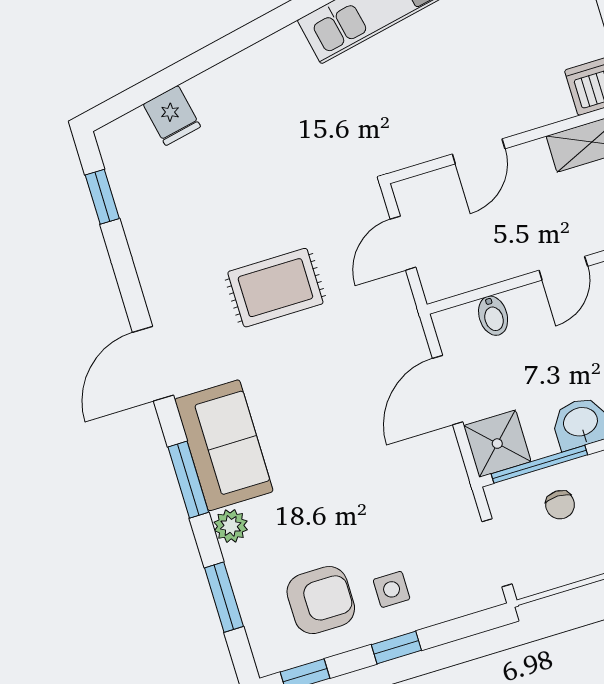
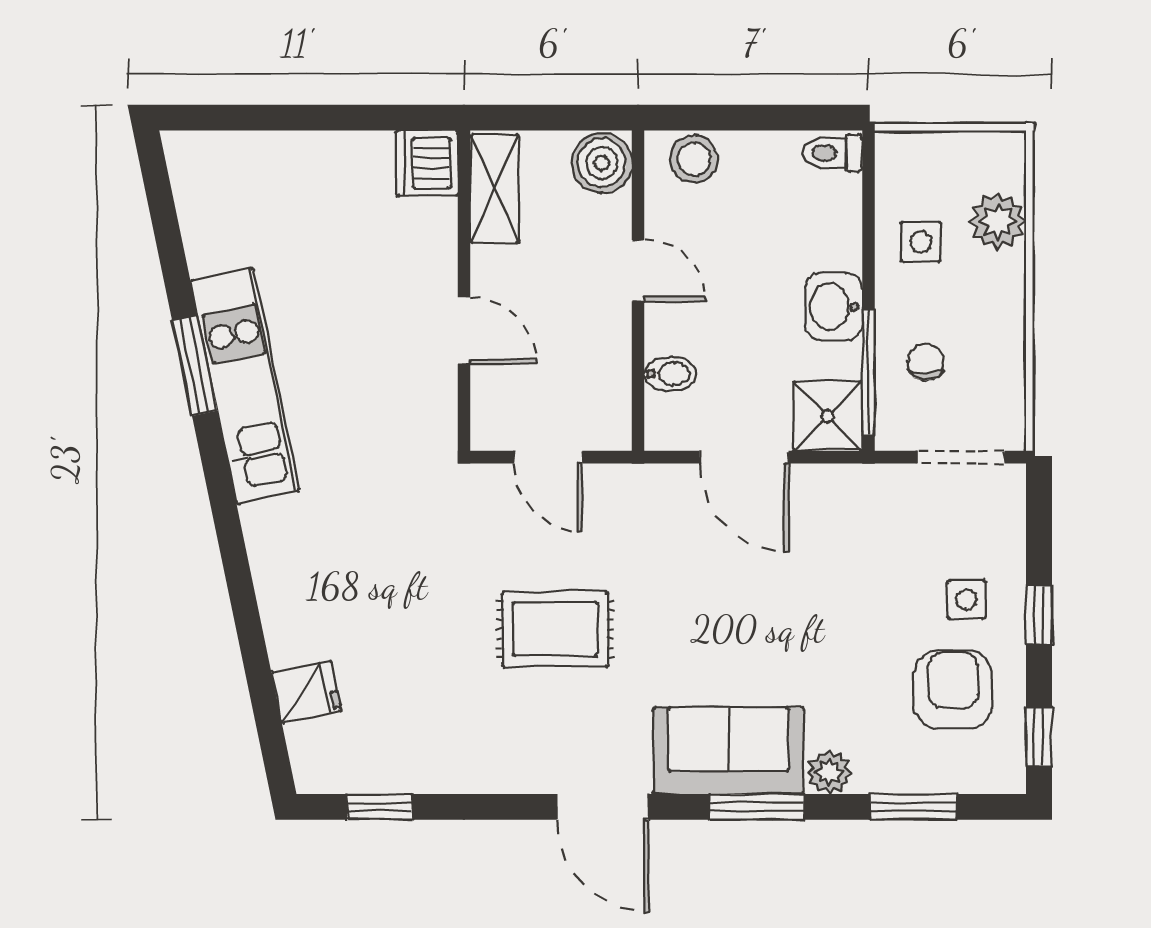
rug: (275, 288) -> (555, 629), turned 90
chair: (560, 505) -> (926, 362), turned -90

